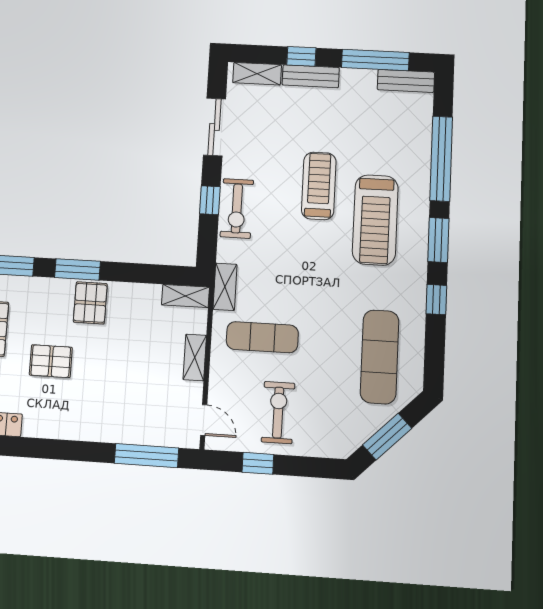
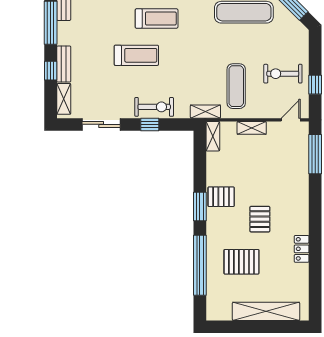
treadmill: (319, 186) -> (136, 55), turned 180
treadmill: (375, 220) -> (157, 18), width x0.73, depth x0.73

